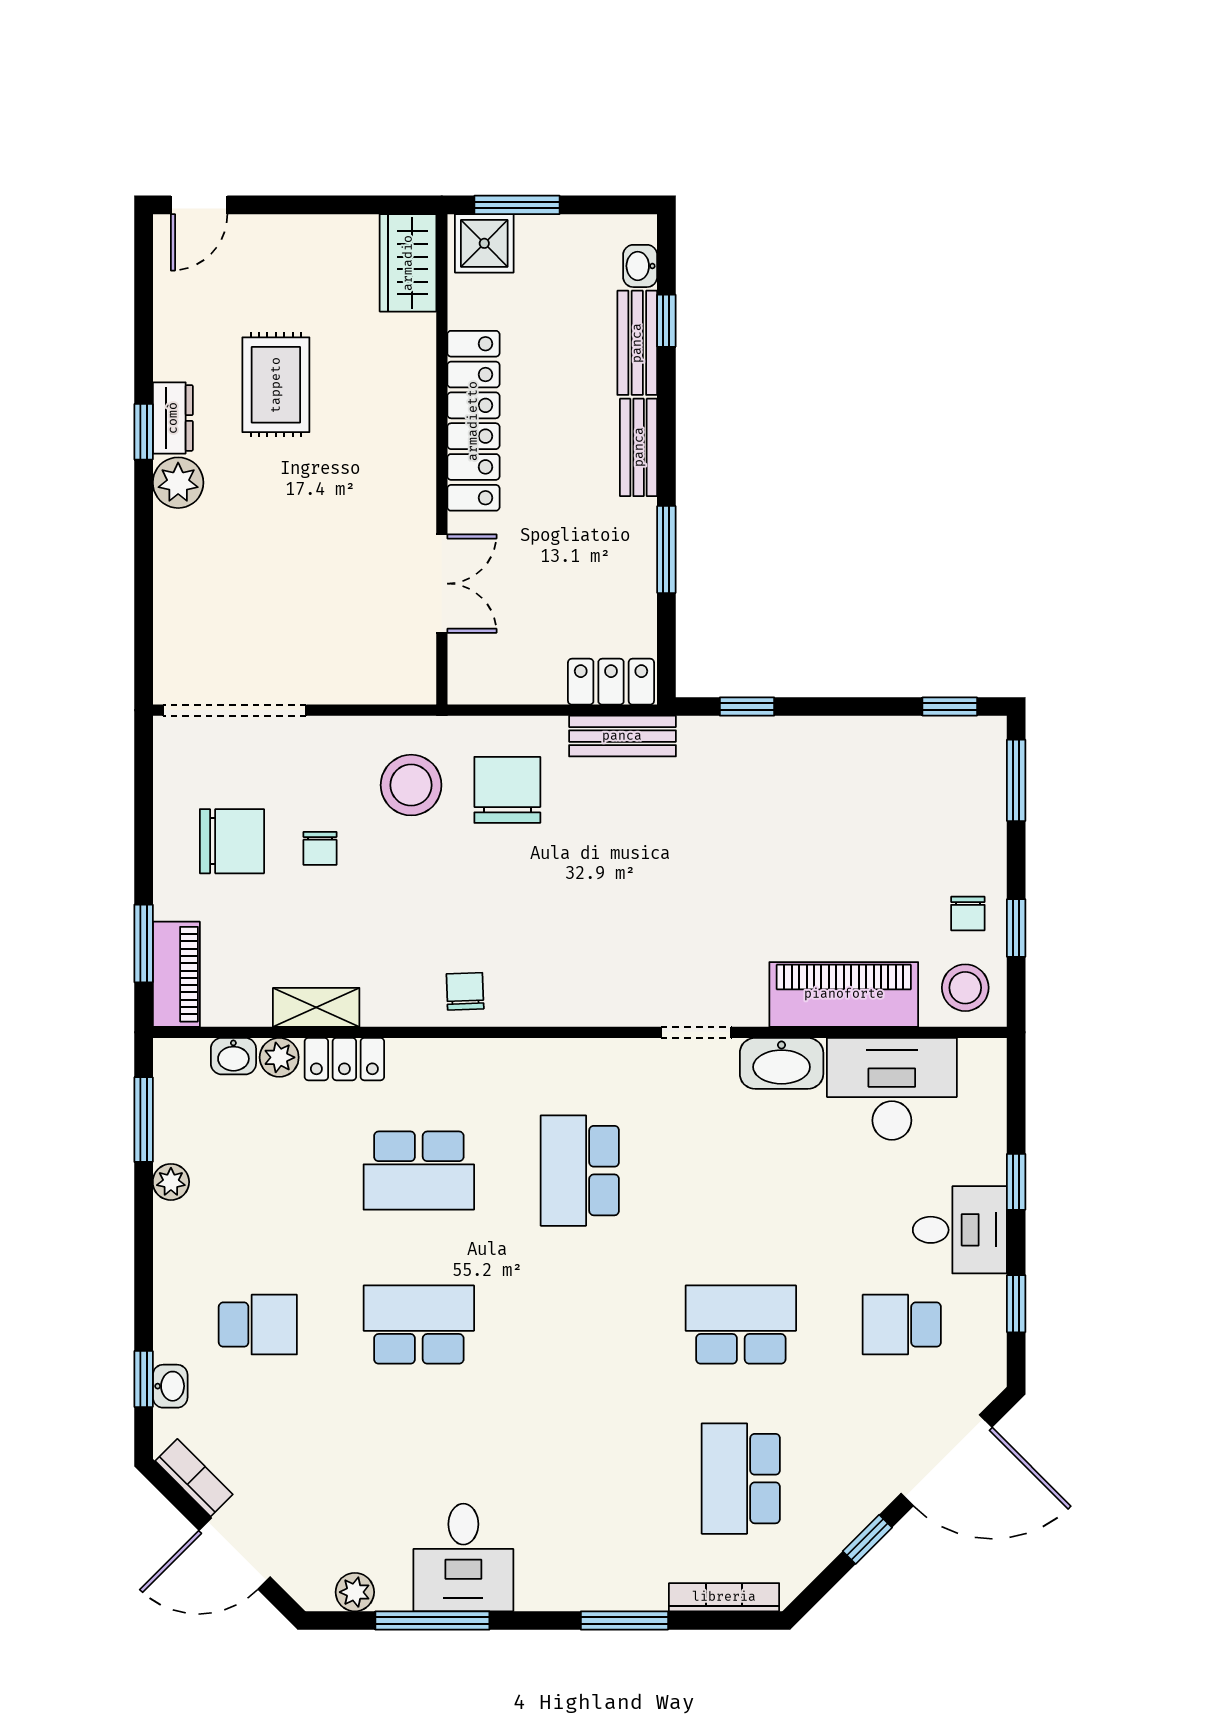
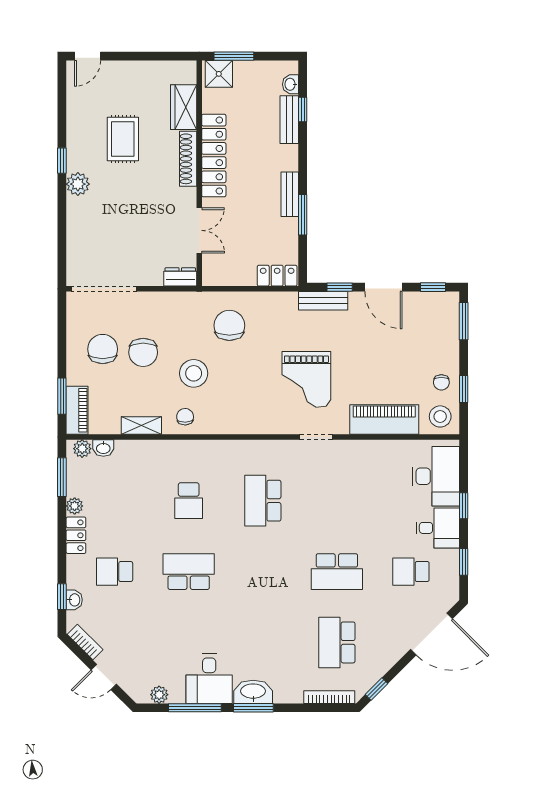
wardrobe: (408, 263) -> (184, 107), moved
dresser: (173, 418) -> (180, 277), moved, turned -90
shoe rack: (418, 428) -> (188, 159), added
bench: (639, 447) -> (290, 194), moved
door: (842, 706) -> (383, 287), added
bench: (622, 736) -> (323, 301), moved
stool: (411, 785) -> (194, 373), moved
chair: (232, 841) -> (103, 349), turned -90
chair: (320, 848) -> (143, 352), width x1.87, depth x1.87
grand piano: (675, 907) -> (306, 379), added
chair: (465, 991) -> (185, 417), moved
plant: (279, 1057) -> (82, 449), moved
locker: (344, 1059) -> (76, 535), moved, turned -90
washbasin: (782, 1063) -> (253, 692), moved, turned 180
desk: (892, 1089) -> (436, 476), moved, turned 90
school desk: (419, 1171) -> (189, 501), width x0.54
school desk: (258, 1325) -> (115, 572), turned 180
school desk: (741, 1325) -> (337, 572), turned 180
window: (867, 1539) -> (376, 689), moved
door: (235, 1554) -> (104, 677), width x0.73
window: (624, 1620) -> (253, 708), moved

